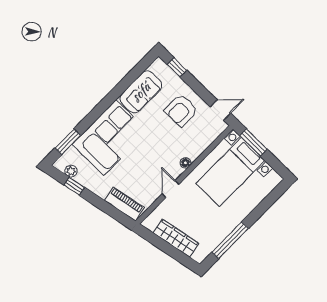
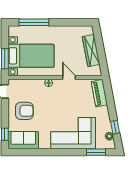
sofa: (141, 92) -> (23, 140), moved
door: (171, 189) -> (69, 77), swing flipped
window: (230, 240) -> (34, 22), moved

